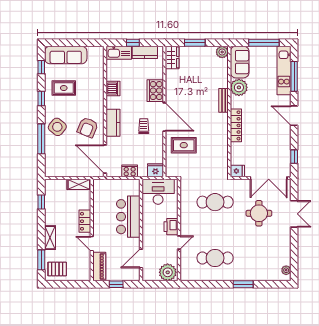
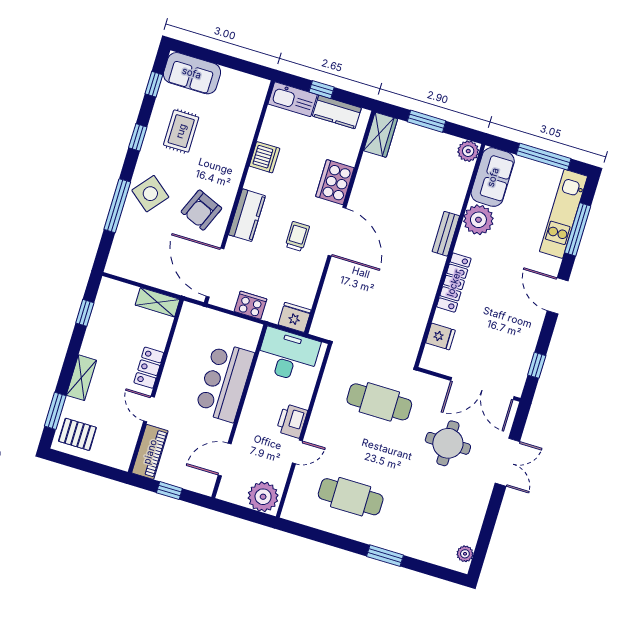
sofa: (66, 55) -> (192, 73), width x0.73
rug: (64, 88) -> (181, 131), turned 90
rug: (184, 145) -> (355, 289), removed
fridge: (237, 171) -> (440, 337), moved

